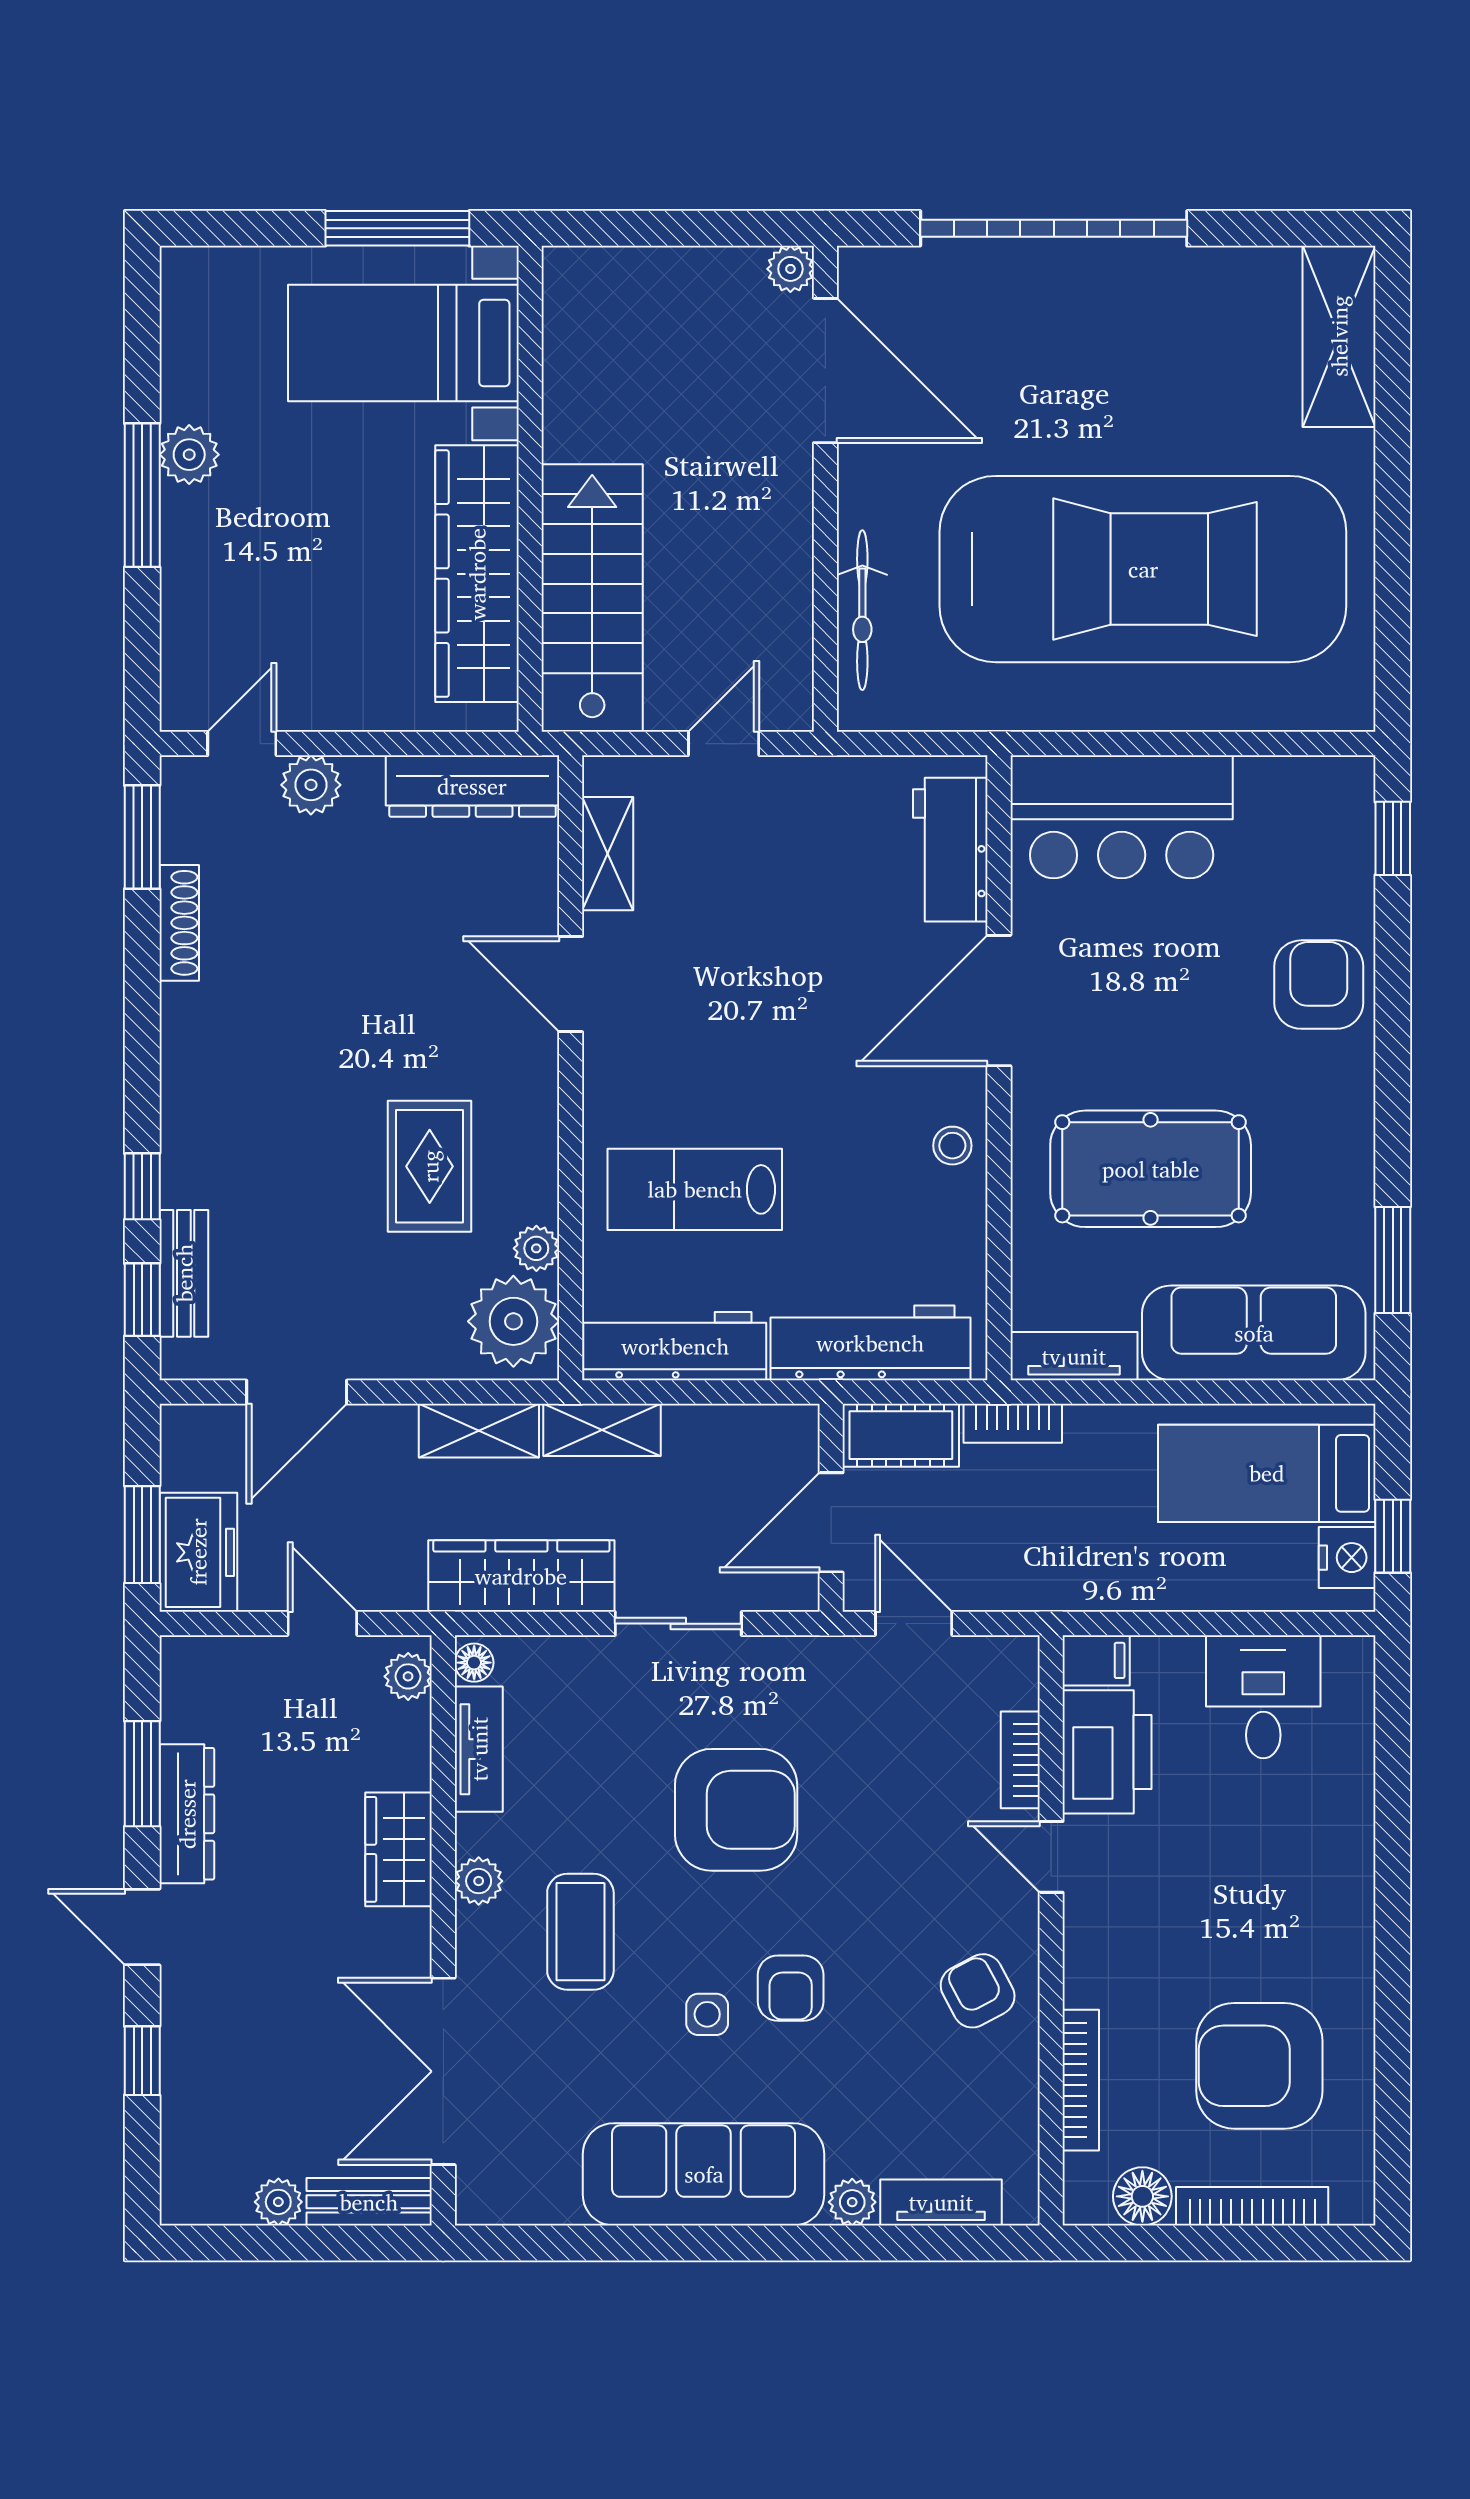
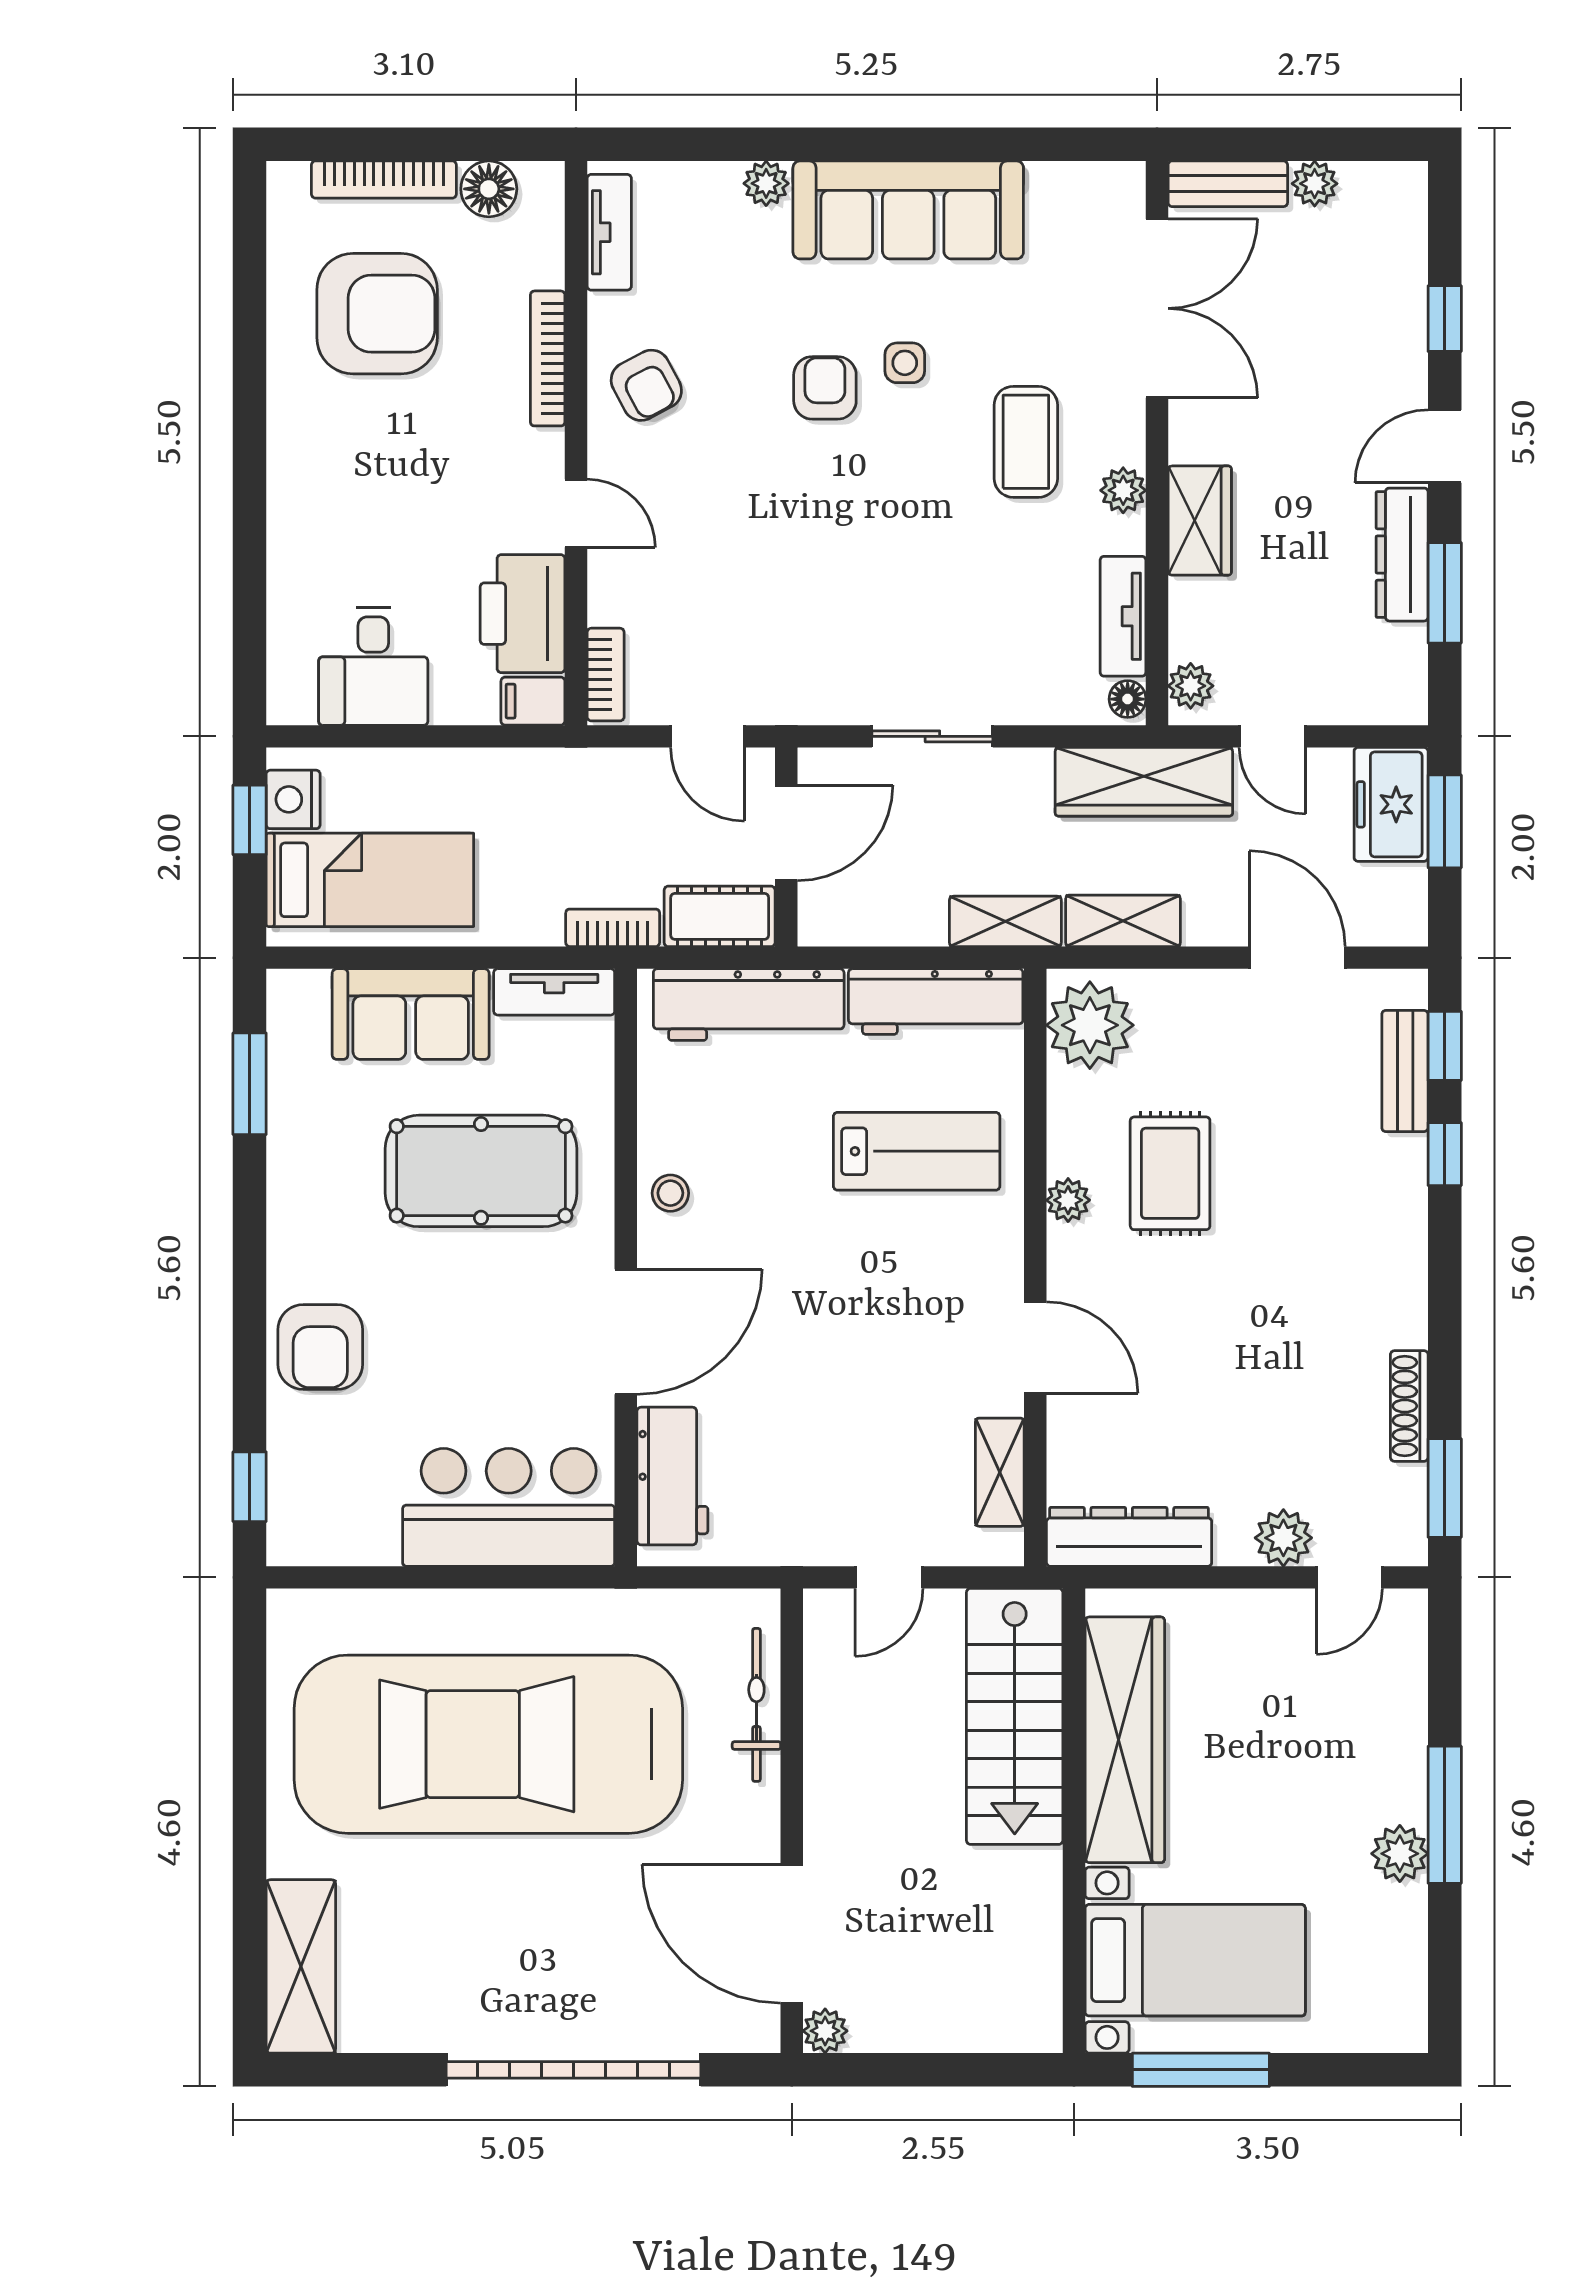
plant: (536, 1248) -> (1068, 1200), moved
sofa: (1254, 1333) -> (411, 1014), width x0.73
door: (297, 1392) -> (1297, 958), hinge flipped
wardrobe: (521, 1576) -> (1144, 782), moved
bookcase: (1020, 1760) -> (606, 675), moved
armchair: (736, 1810) -> (877, 558), removed
door: (142, 1927) -> (1445, 446), swing flipped
bookcase: (1081, 2080) -> (548, 358), moved
tv unit: (941, 2202) -> (609, 232), moved, turned -90

